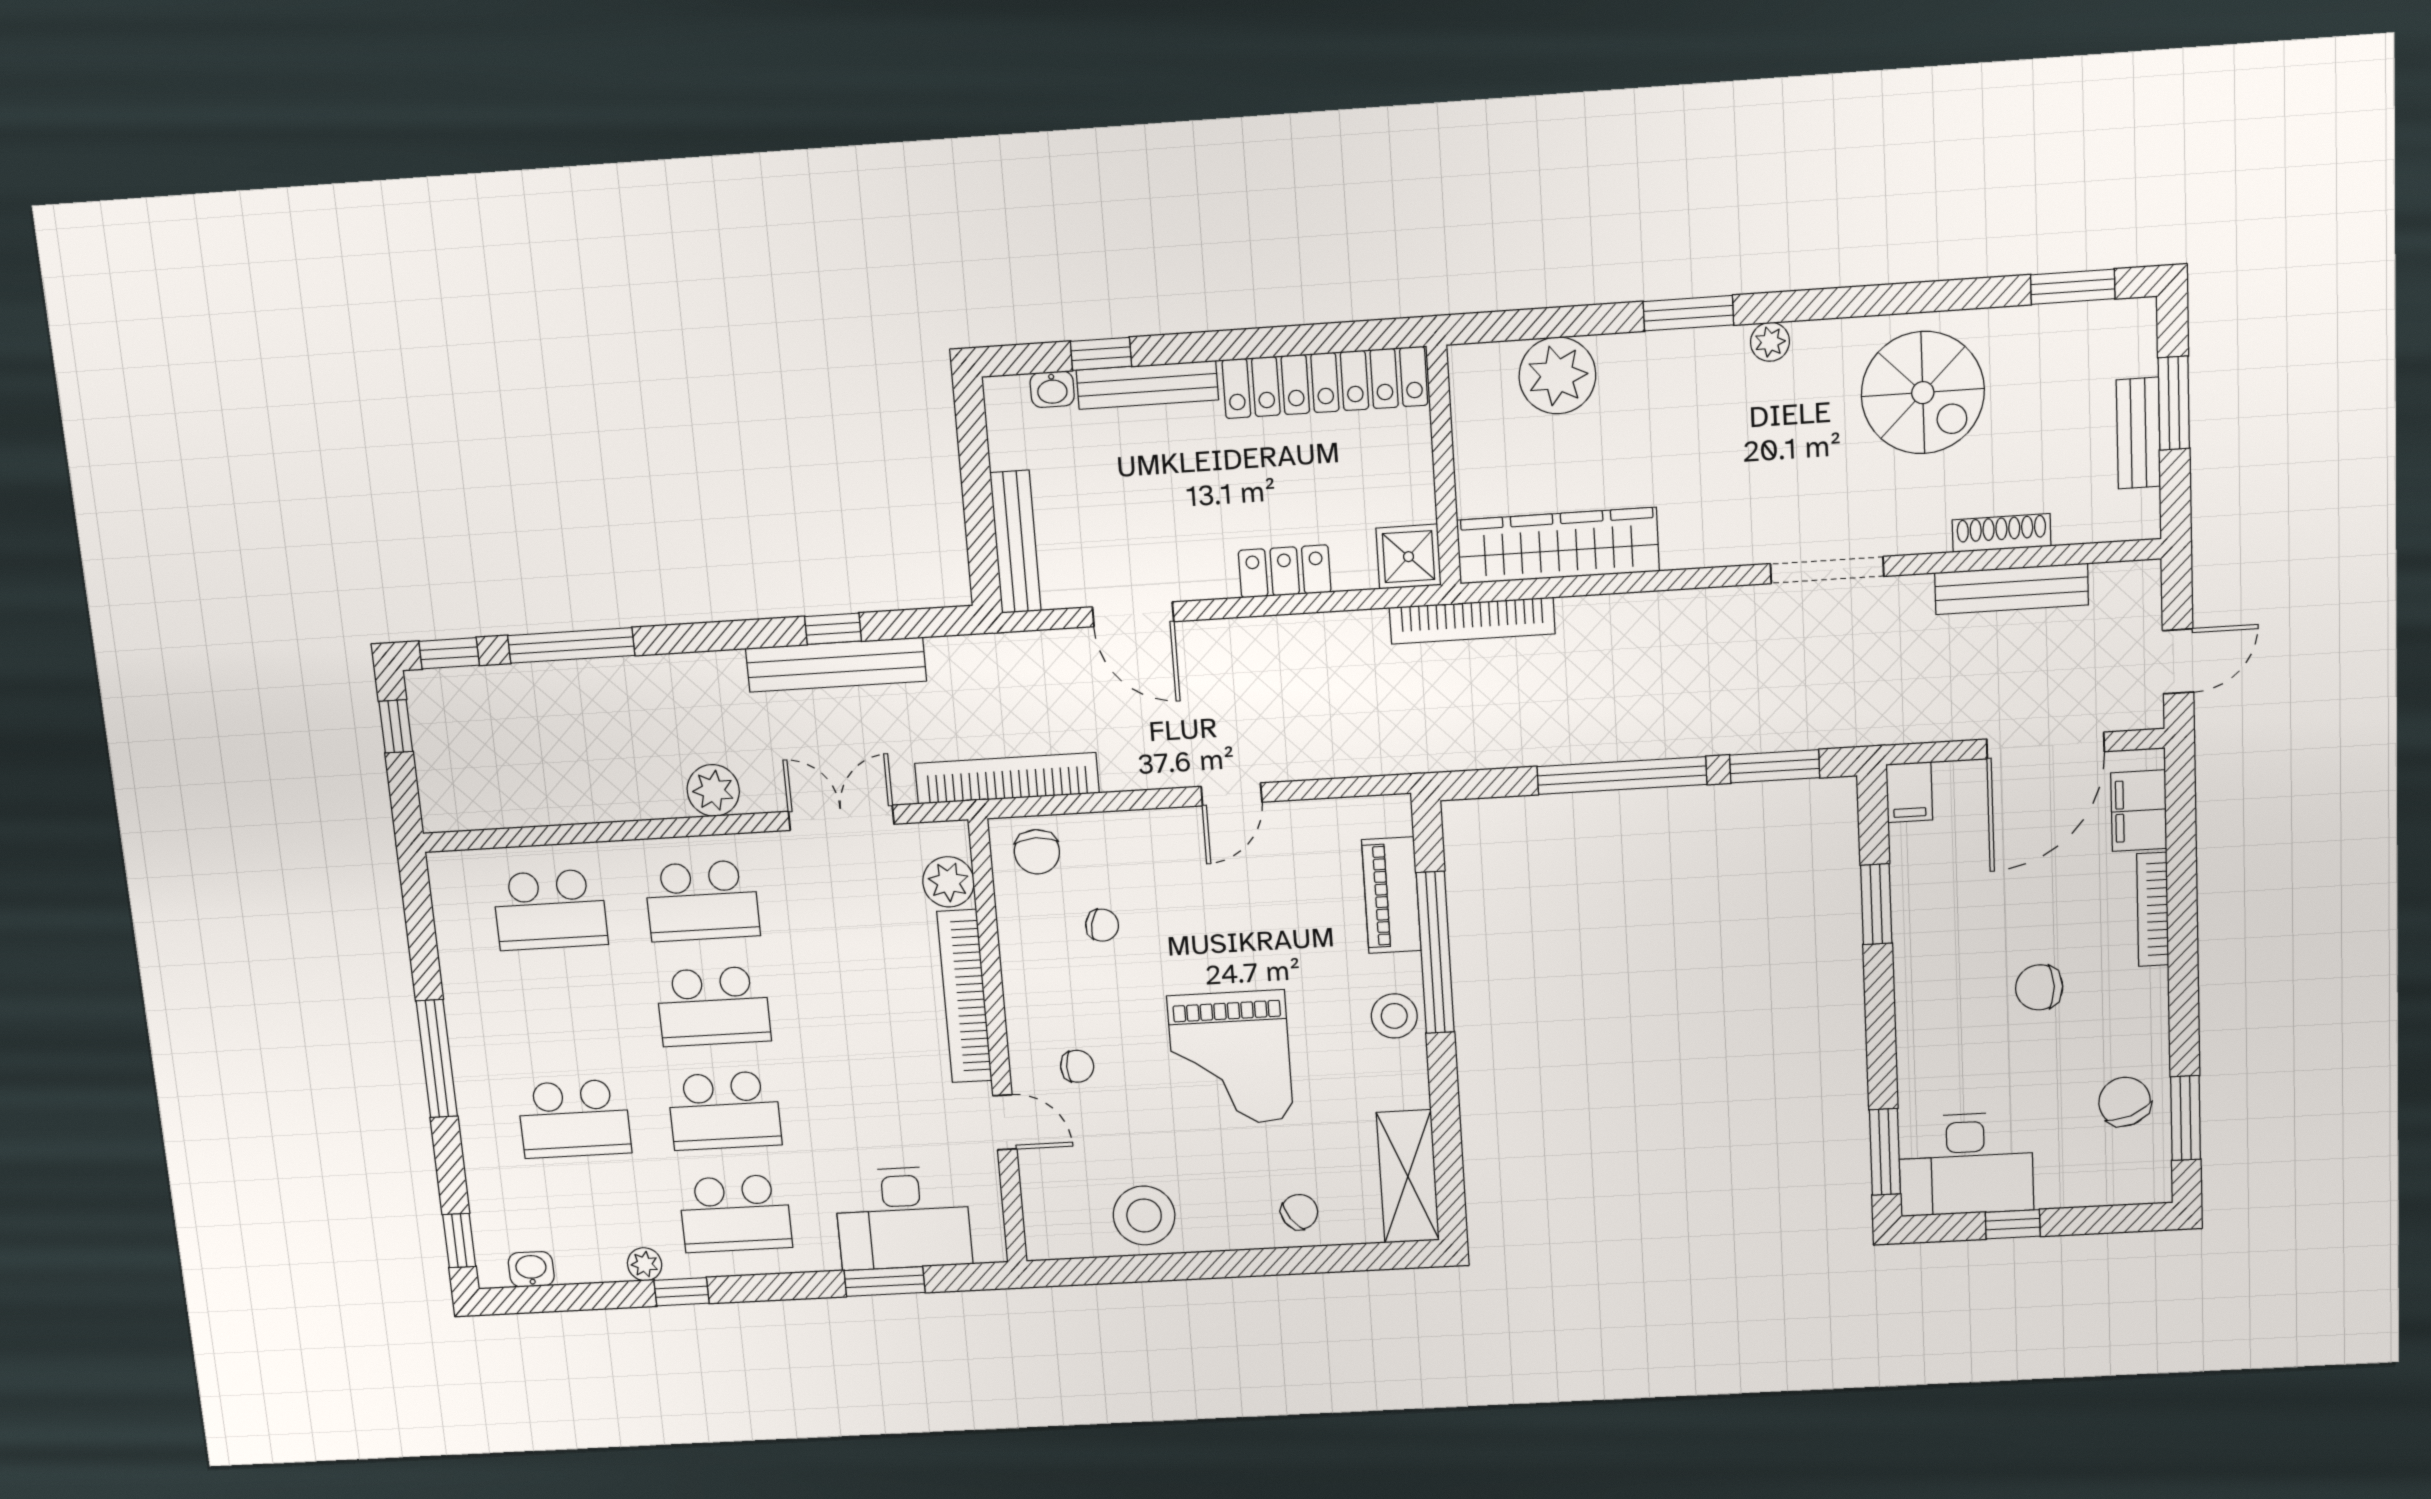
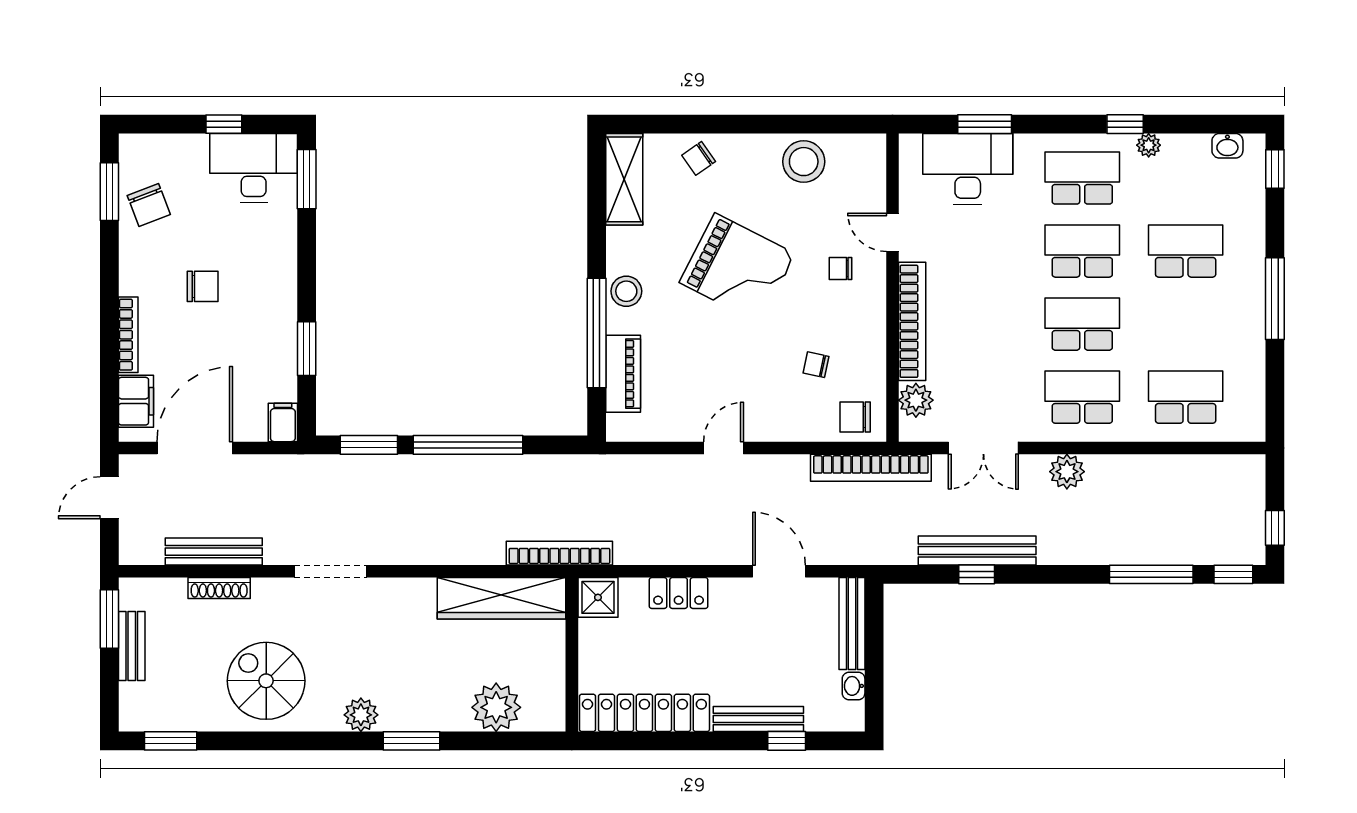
plant: (1770, 342) -> (361, 715), width x1.38, depth x1.38
washbasin: (1052, 389) -> (854, 686), moved, turned -90
window: (2174, 403) -> (109, 619), moved
chair: (1037, 852) -> (855, 417), turned -90
grand piano: (1230, 1058) -> (737, 268), turned 117

